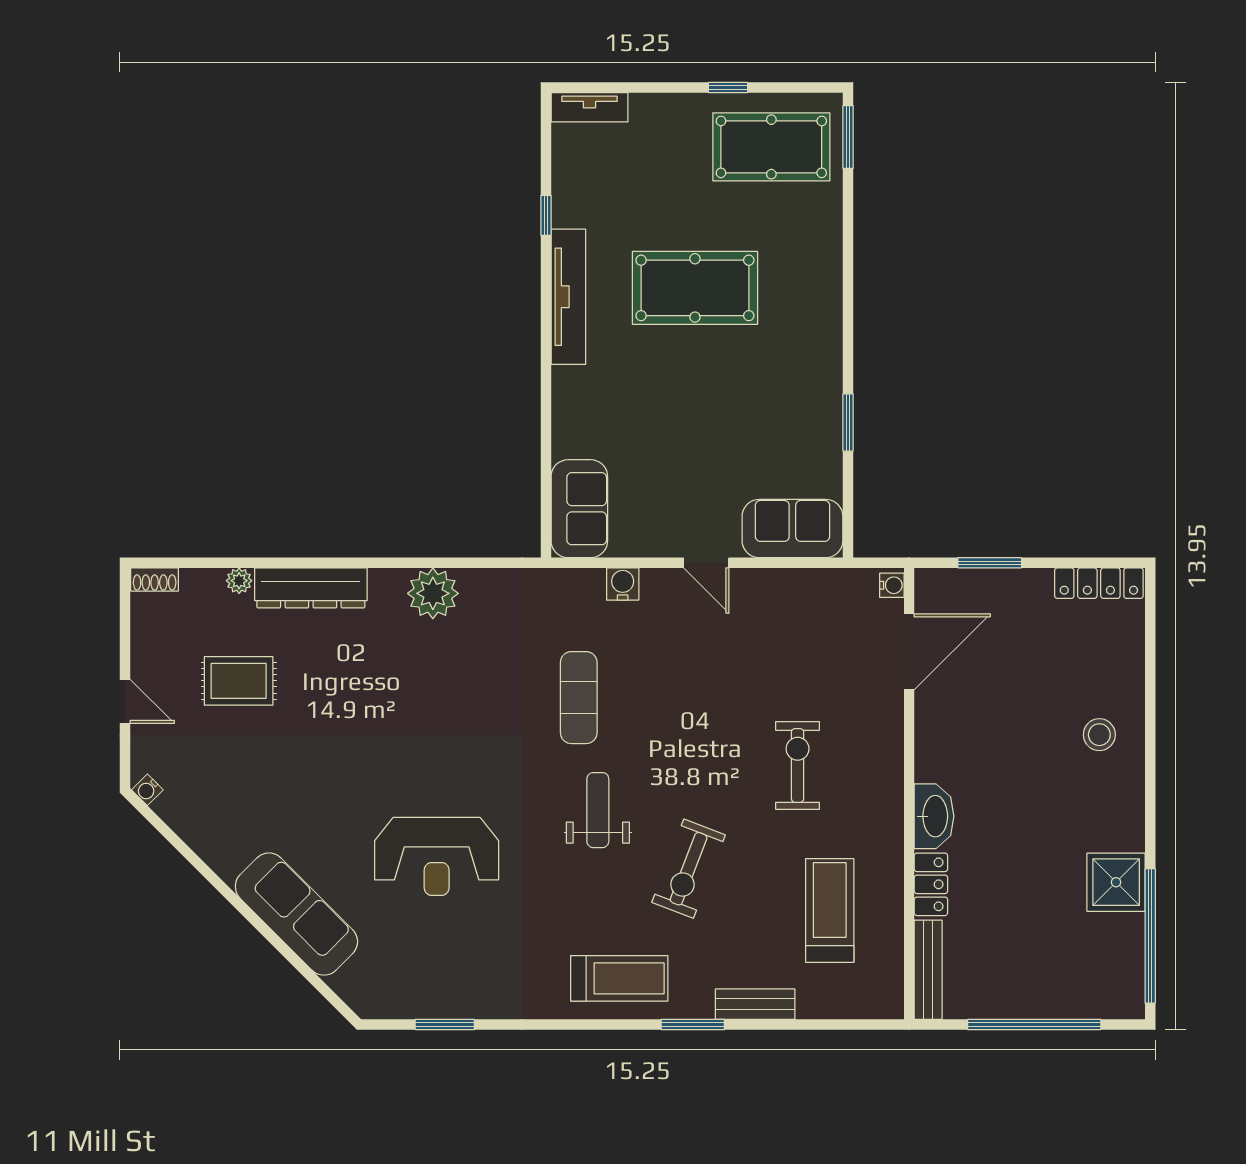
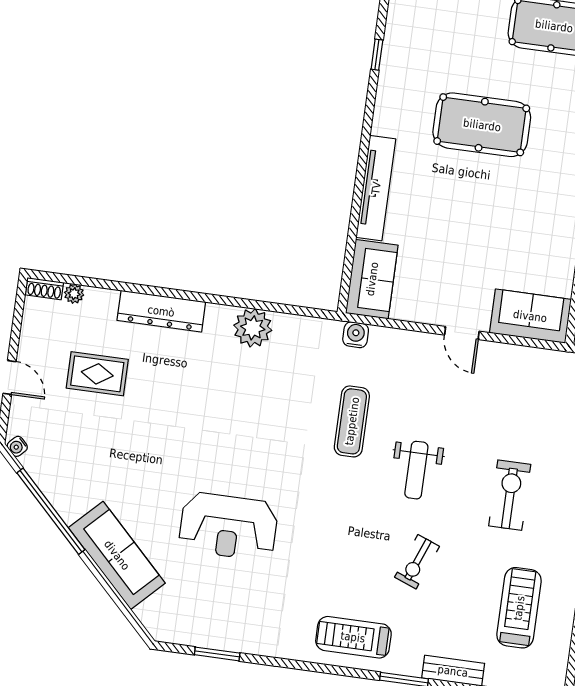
tv unit: (568, 297) -> (376, 188), moved
plant: (239, 581) -> (74, 294), moved
water cooler: (623, 584) -> (356, 335), moved
weight bench: (598, 810) -> (416, 470), moved, turned 180
window: (203, 868) -> (51, 511), added
exercise bike: (689, 869) -> (417, 562), width x0.73, depth x0.72
treadmill: (619, 978) -> (353, 637), turned 180

